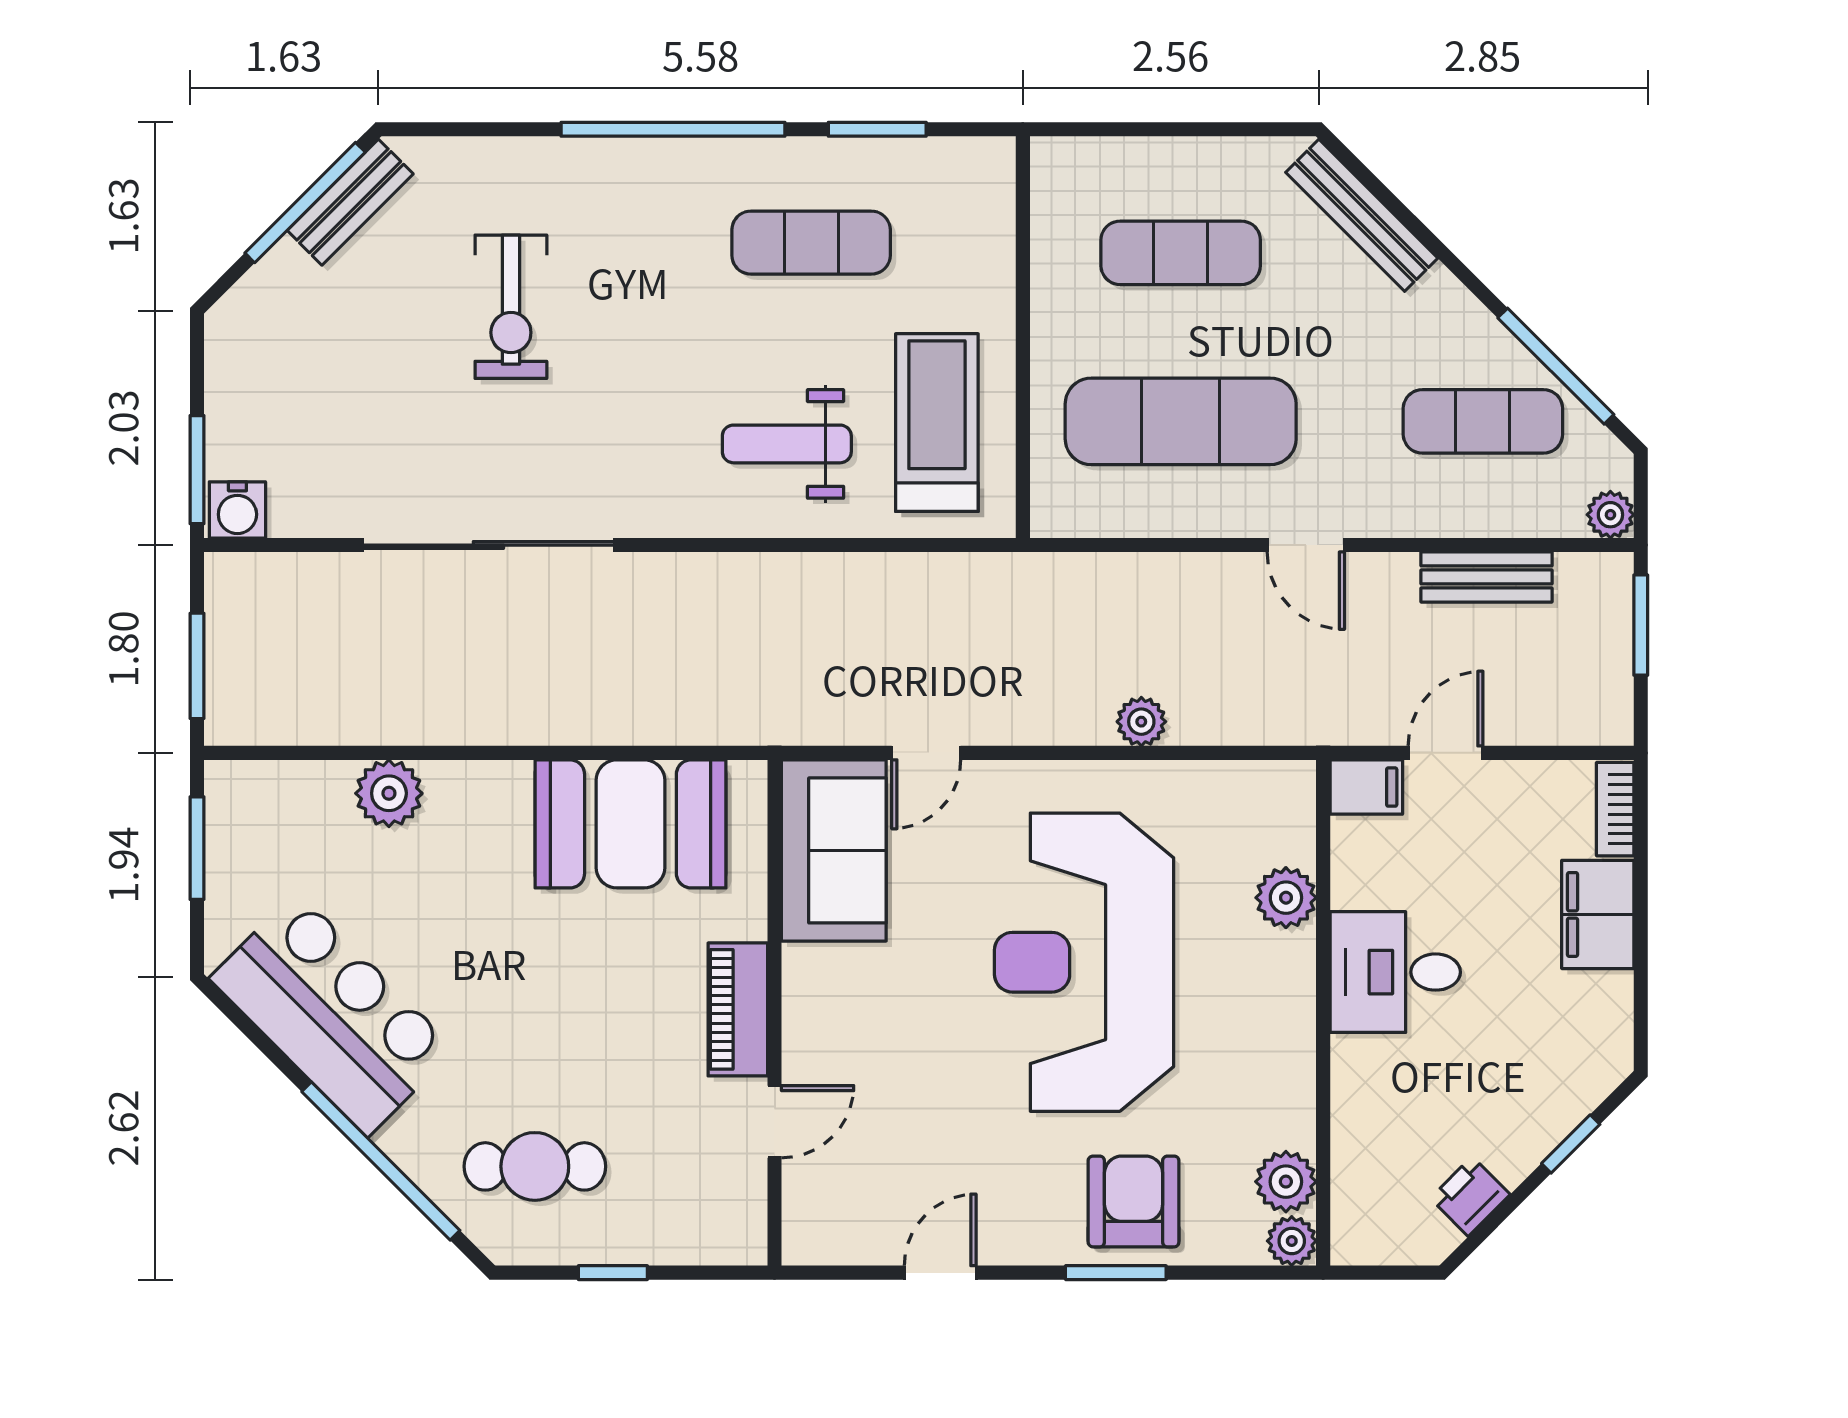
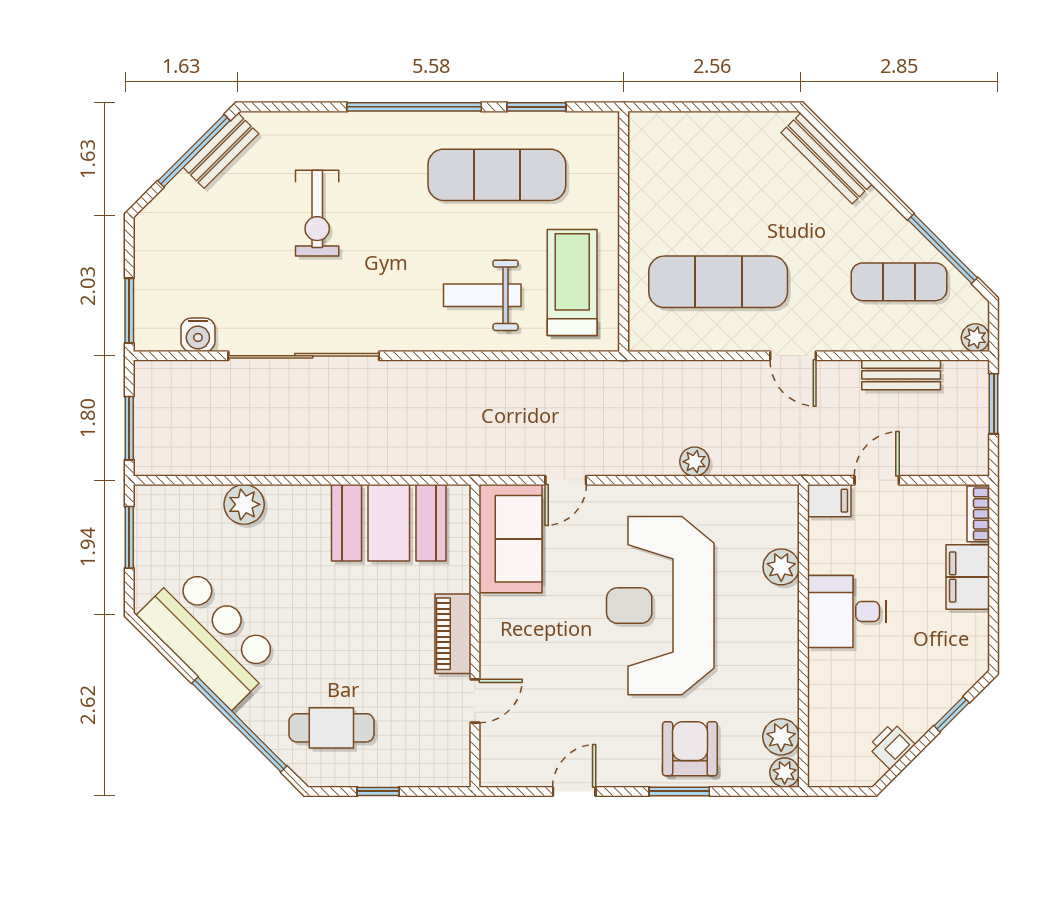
exercise mat: (811, 243) -> (497, 175), width x1.36, depth x1.45
exercise mat: (1181, 253) -> (718, 181), removed
water cooler: (237, 510) -> (198, 335), moved

